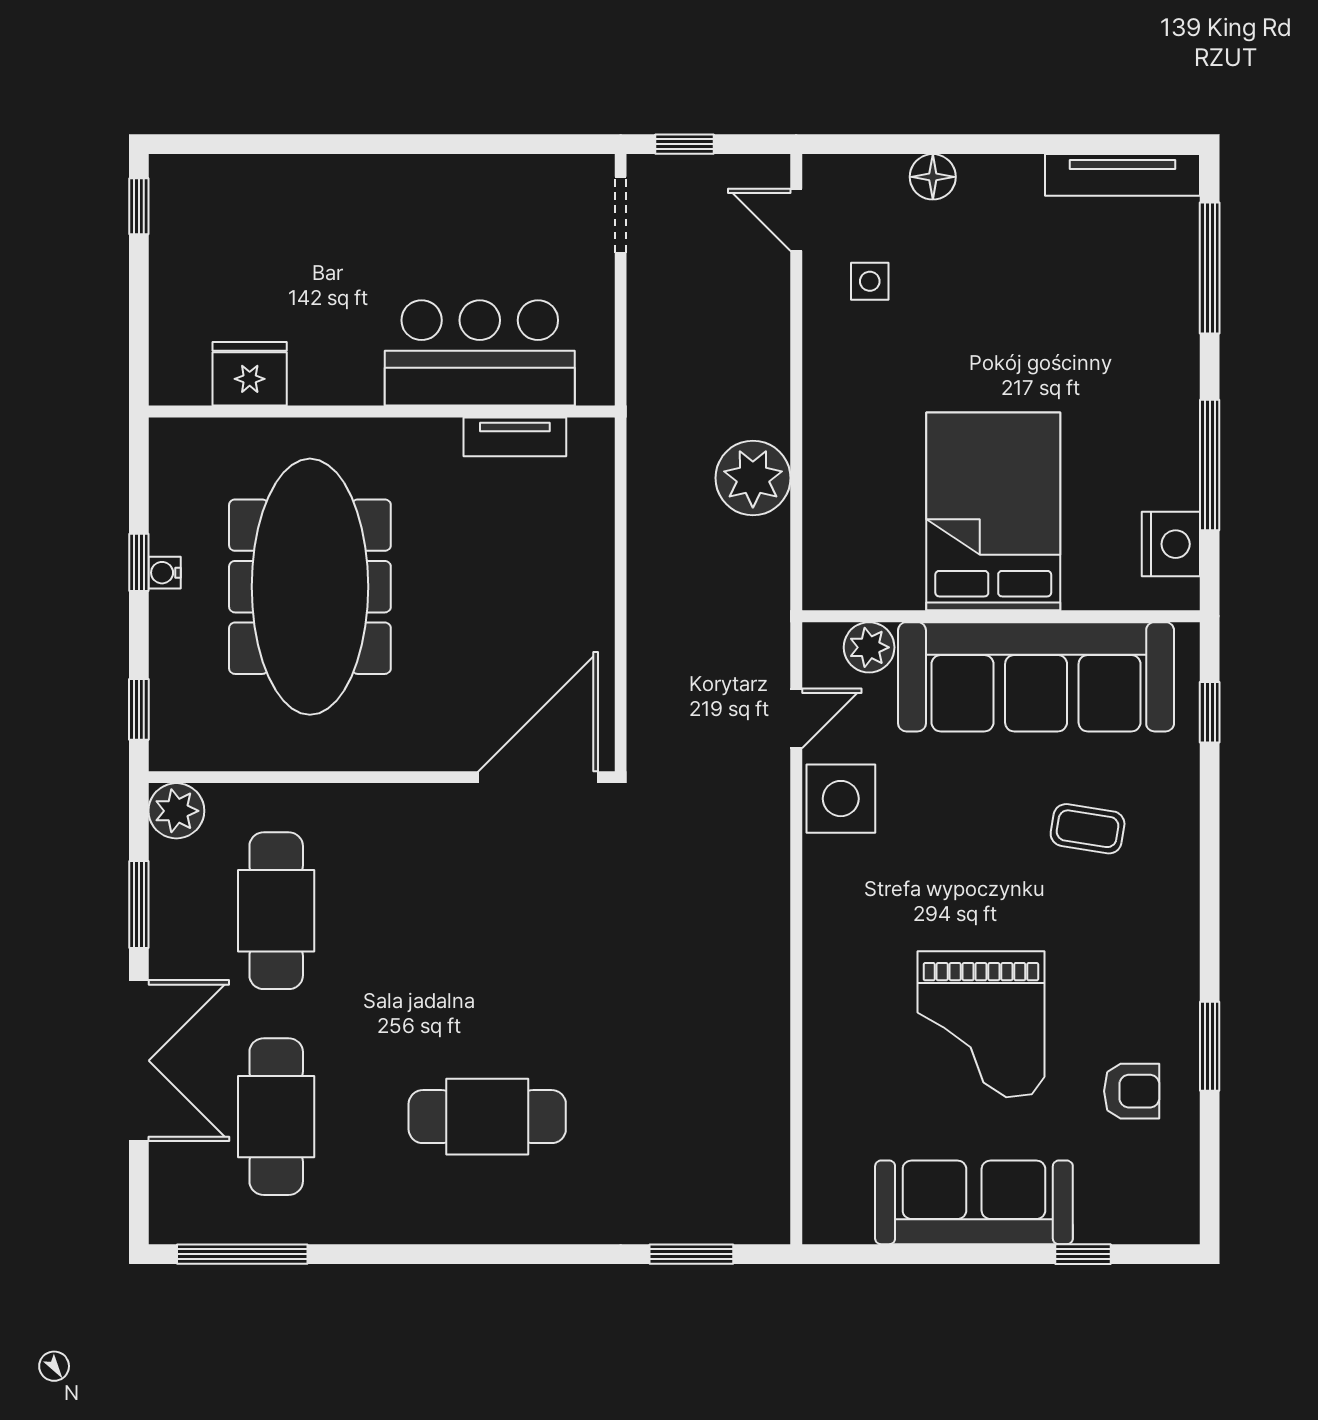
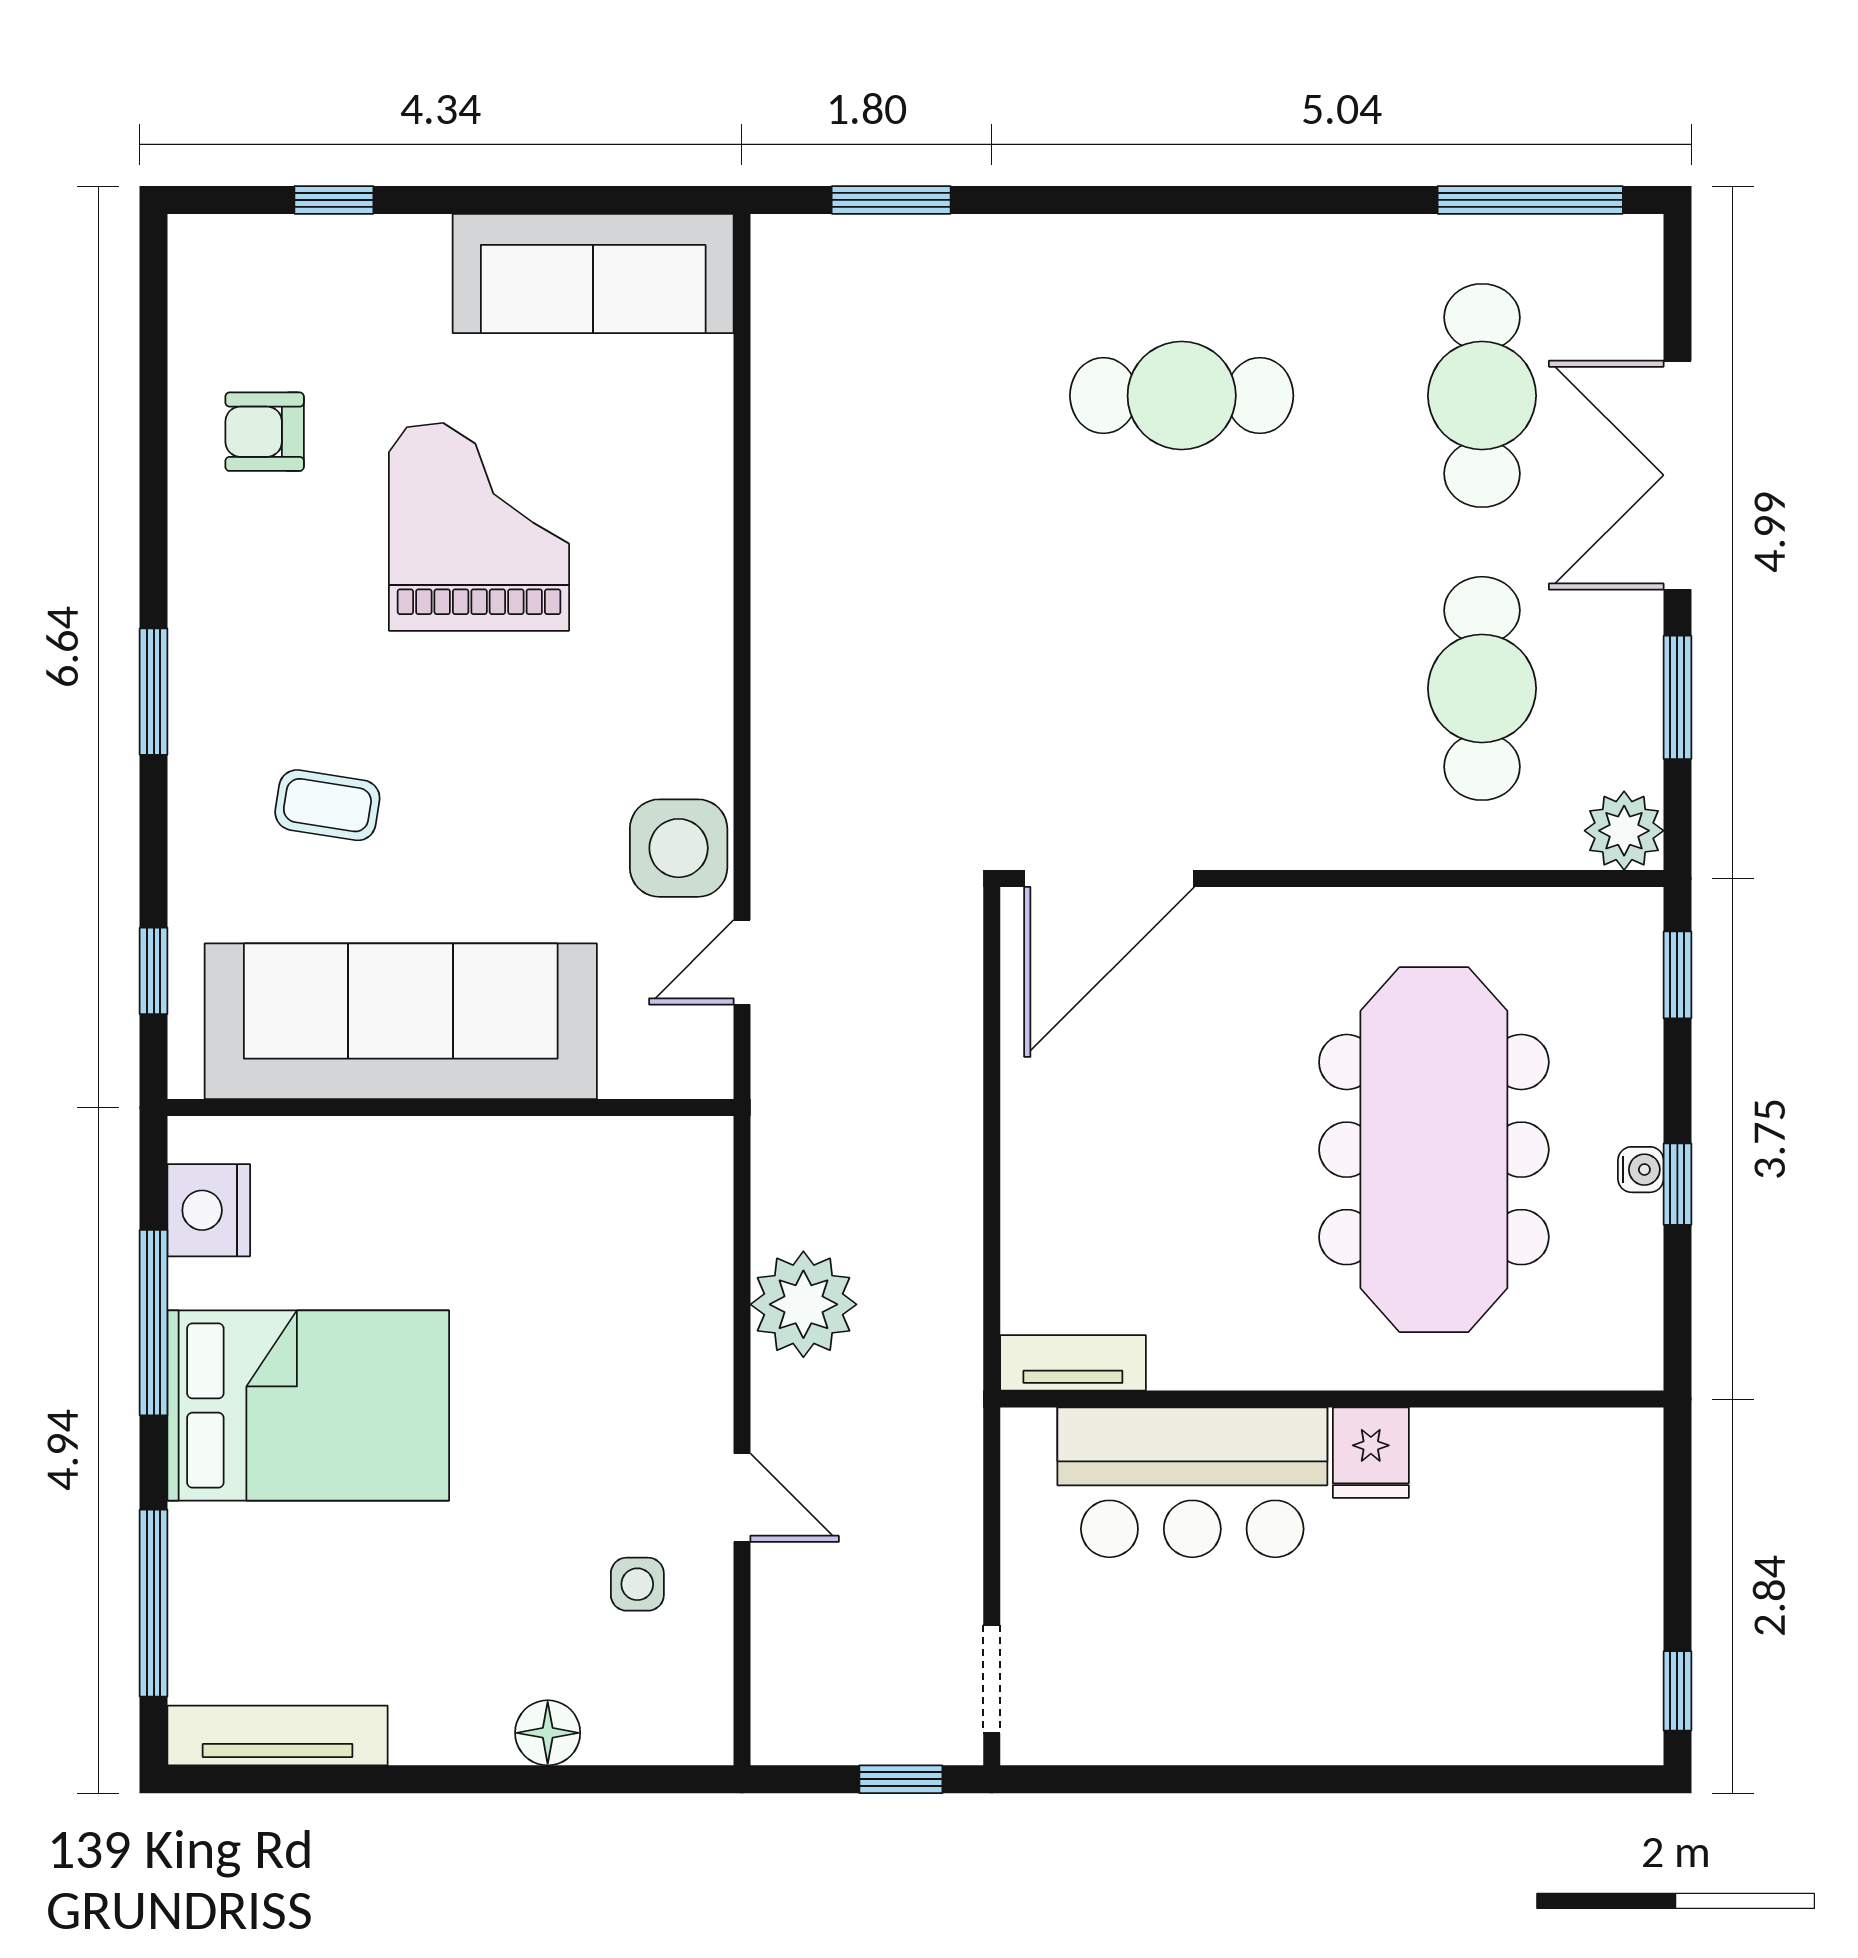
door: (796, 220) -> (742, 1498), moved
fridge: (250, 374) -> (1371, 1453), moved, width x0.72
tv unit: (515, 437) -> (1073, 1363), moved
bed: (993, 511) -> (308, 1406), moved, turned -90
plant: (869, 647) -> (638, 1063), removed
window: (1210, 1046) -> (154, 692), moved
sofa: (974, 1202) -> (593, 273), moved

